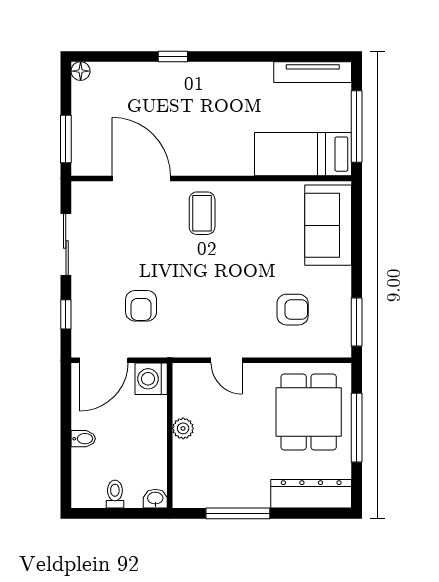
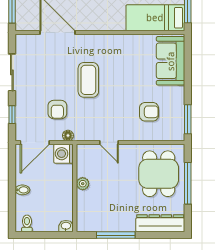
coffee table: (202, 213) -> (88, 80), moved, width x1.36, depth x1.30
floor lamp: (159, 349) -> (68, 136), added
toilet: (115, 494) -> (27, 223), moved

